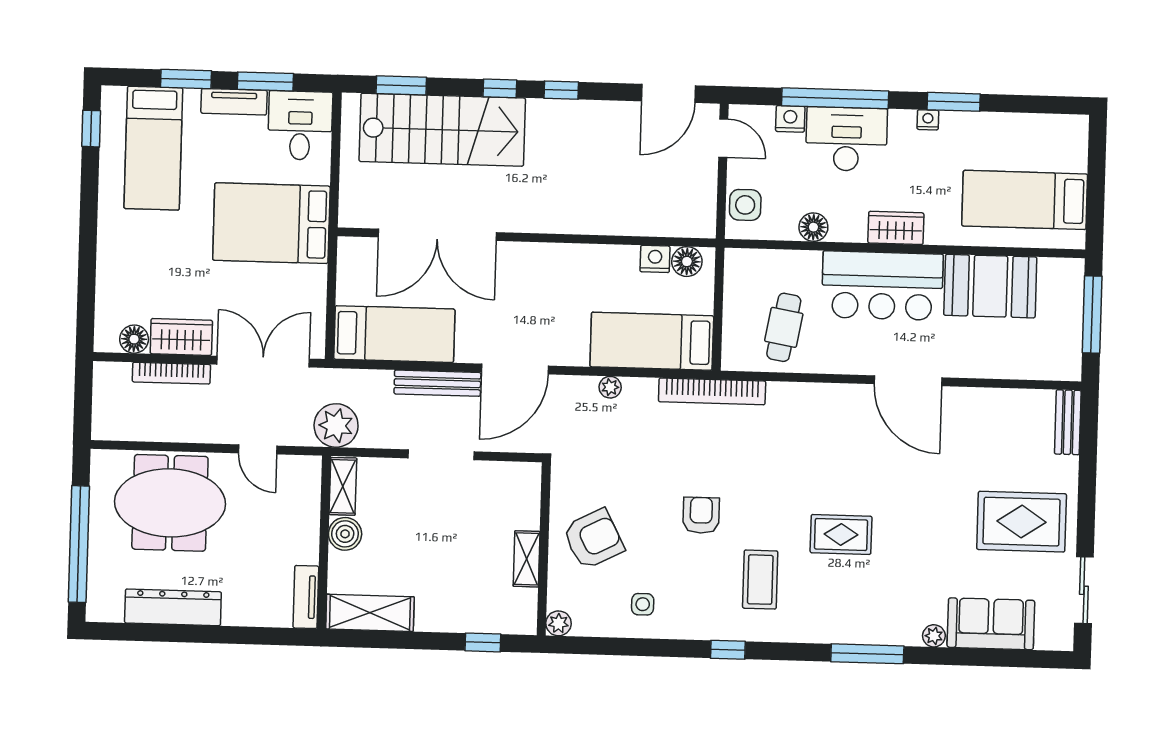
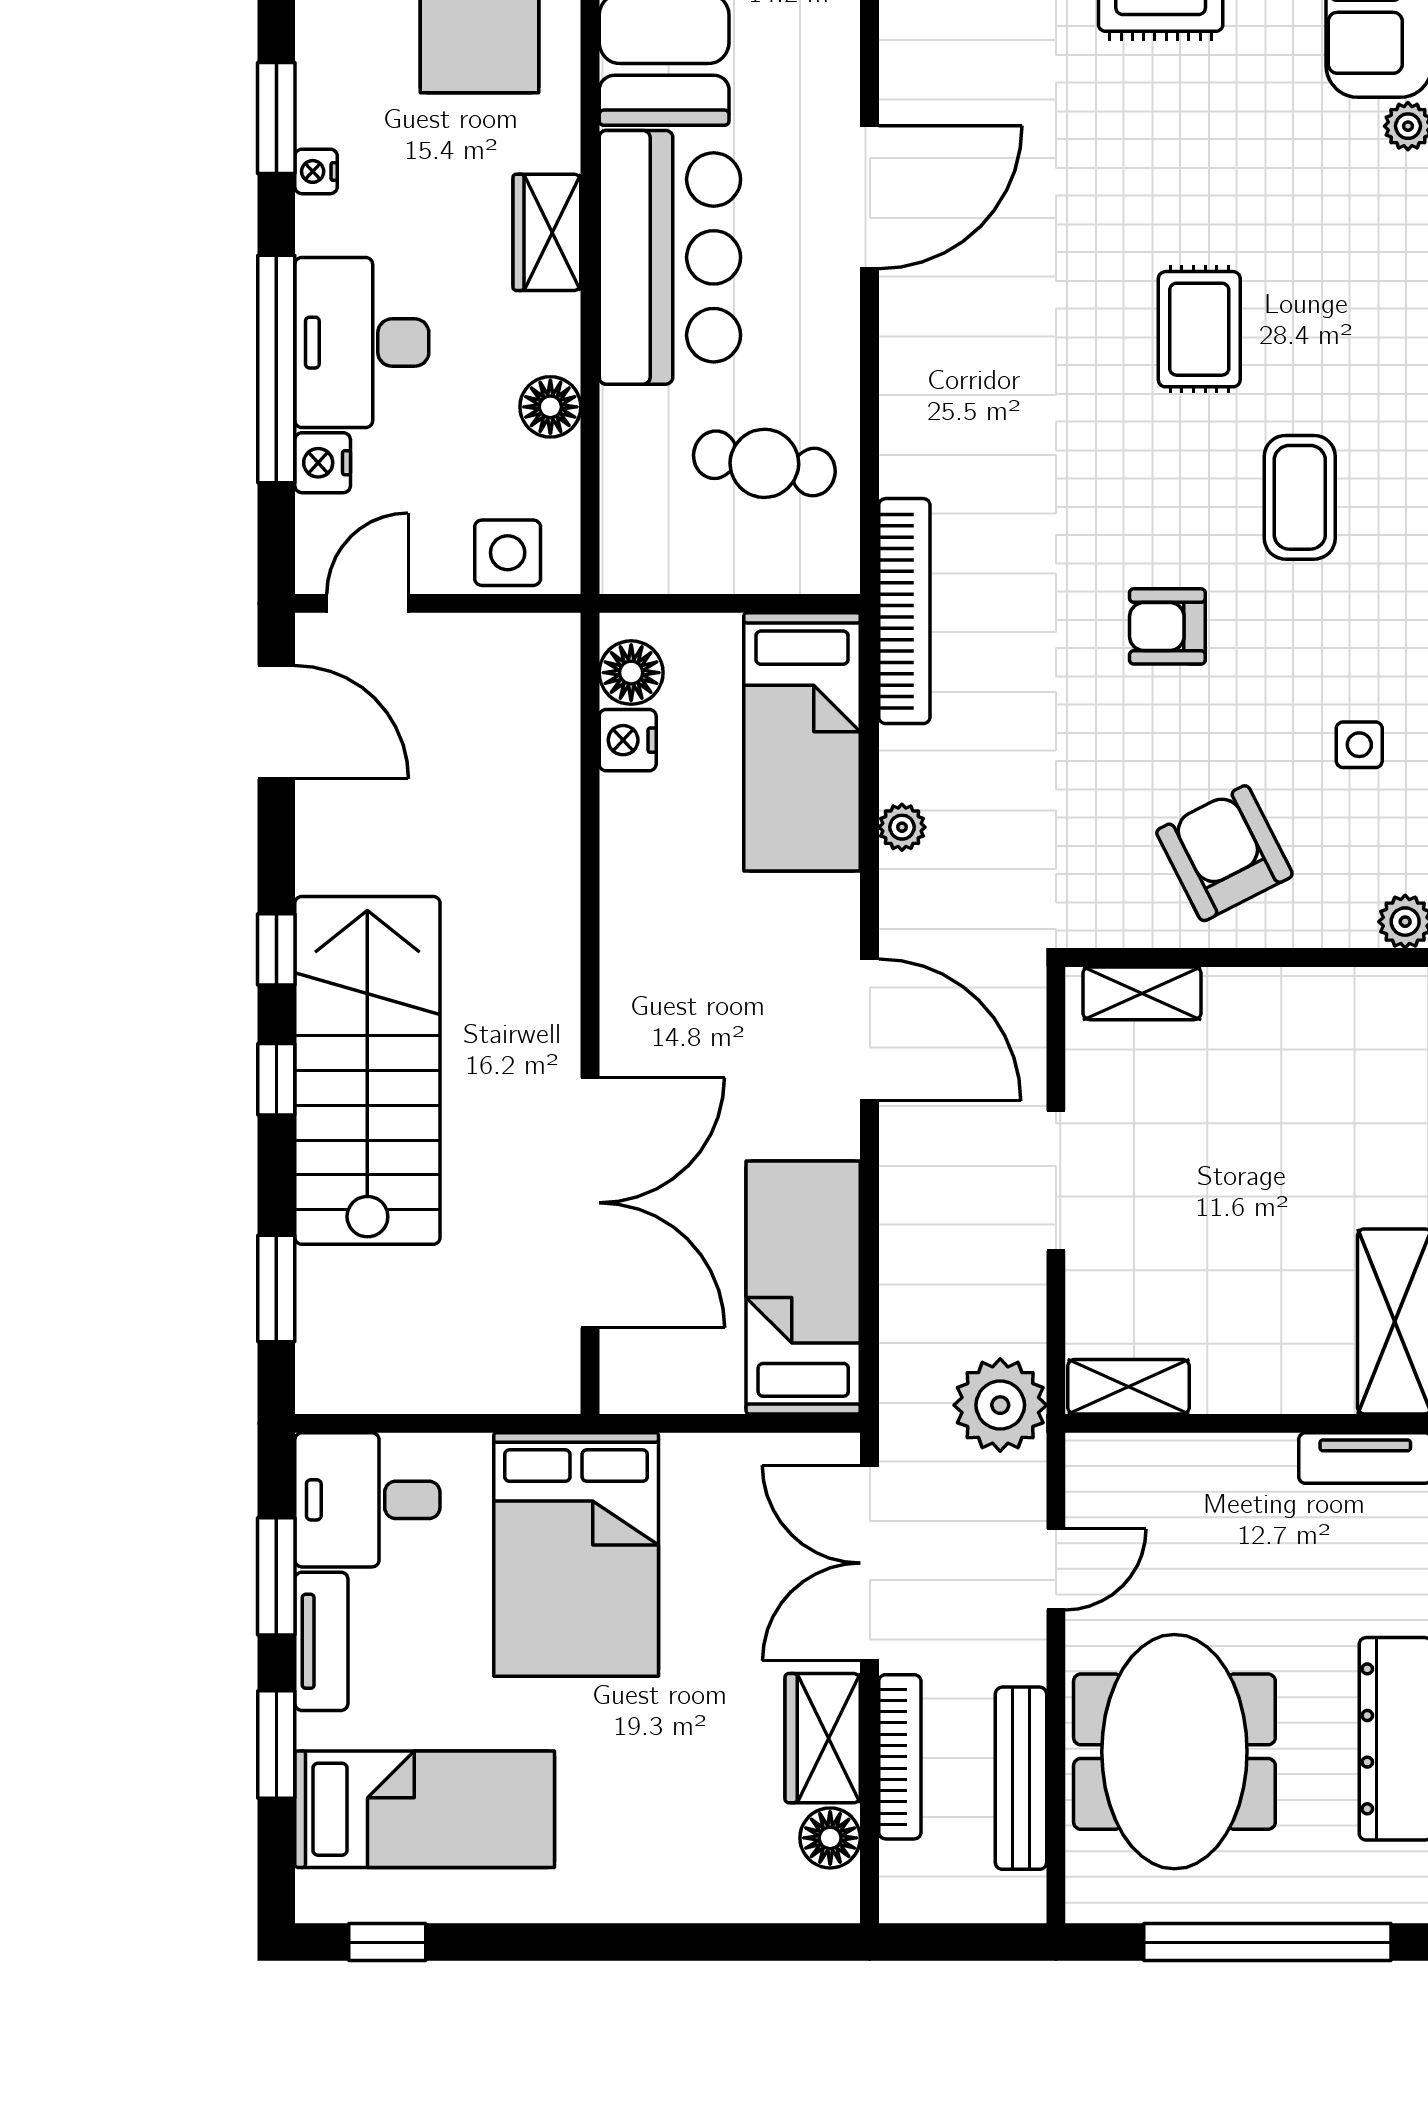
stairs: (442, 130) -> (367, 1070), moved
bench: (437, 383) -> (1021, 1778), moved
boiler: (345, 534) -> (1229, 1379), removed
shelving: (527, 559) -> (1142, 993), moved
coffee table: (760, 580) -> (1300, 497), turned 90

